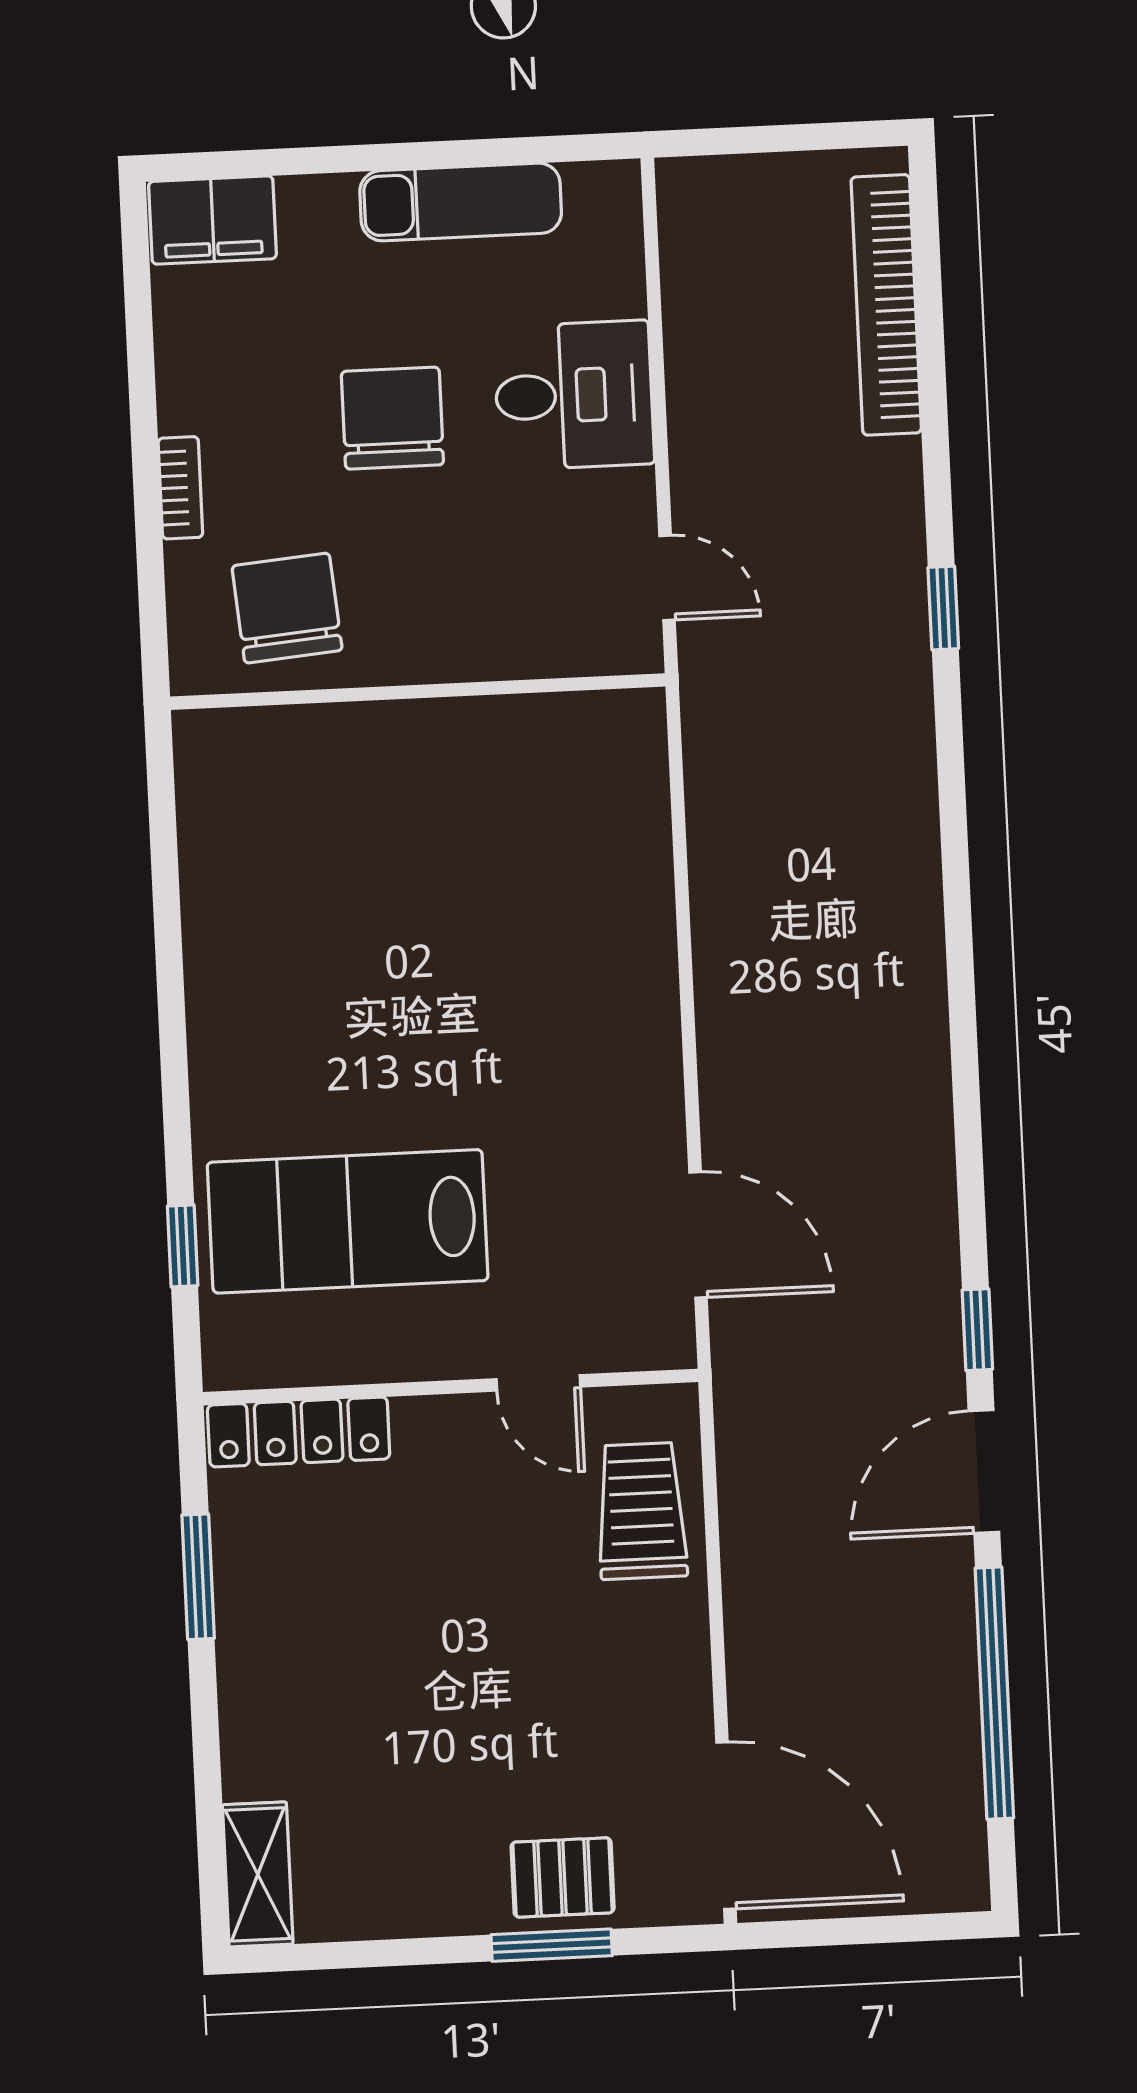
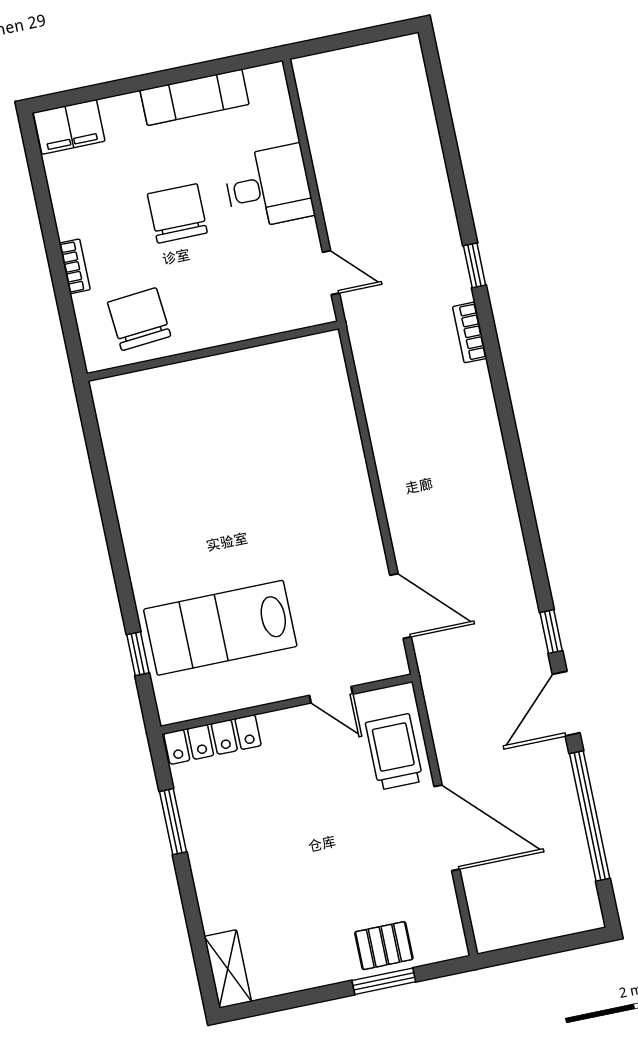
bookcase: (886, 305) -> (470, 332), moved, width x0.43, depth x0.76
door: (726, 1826) -> (447, 828), moved

